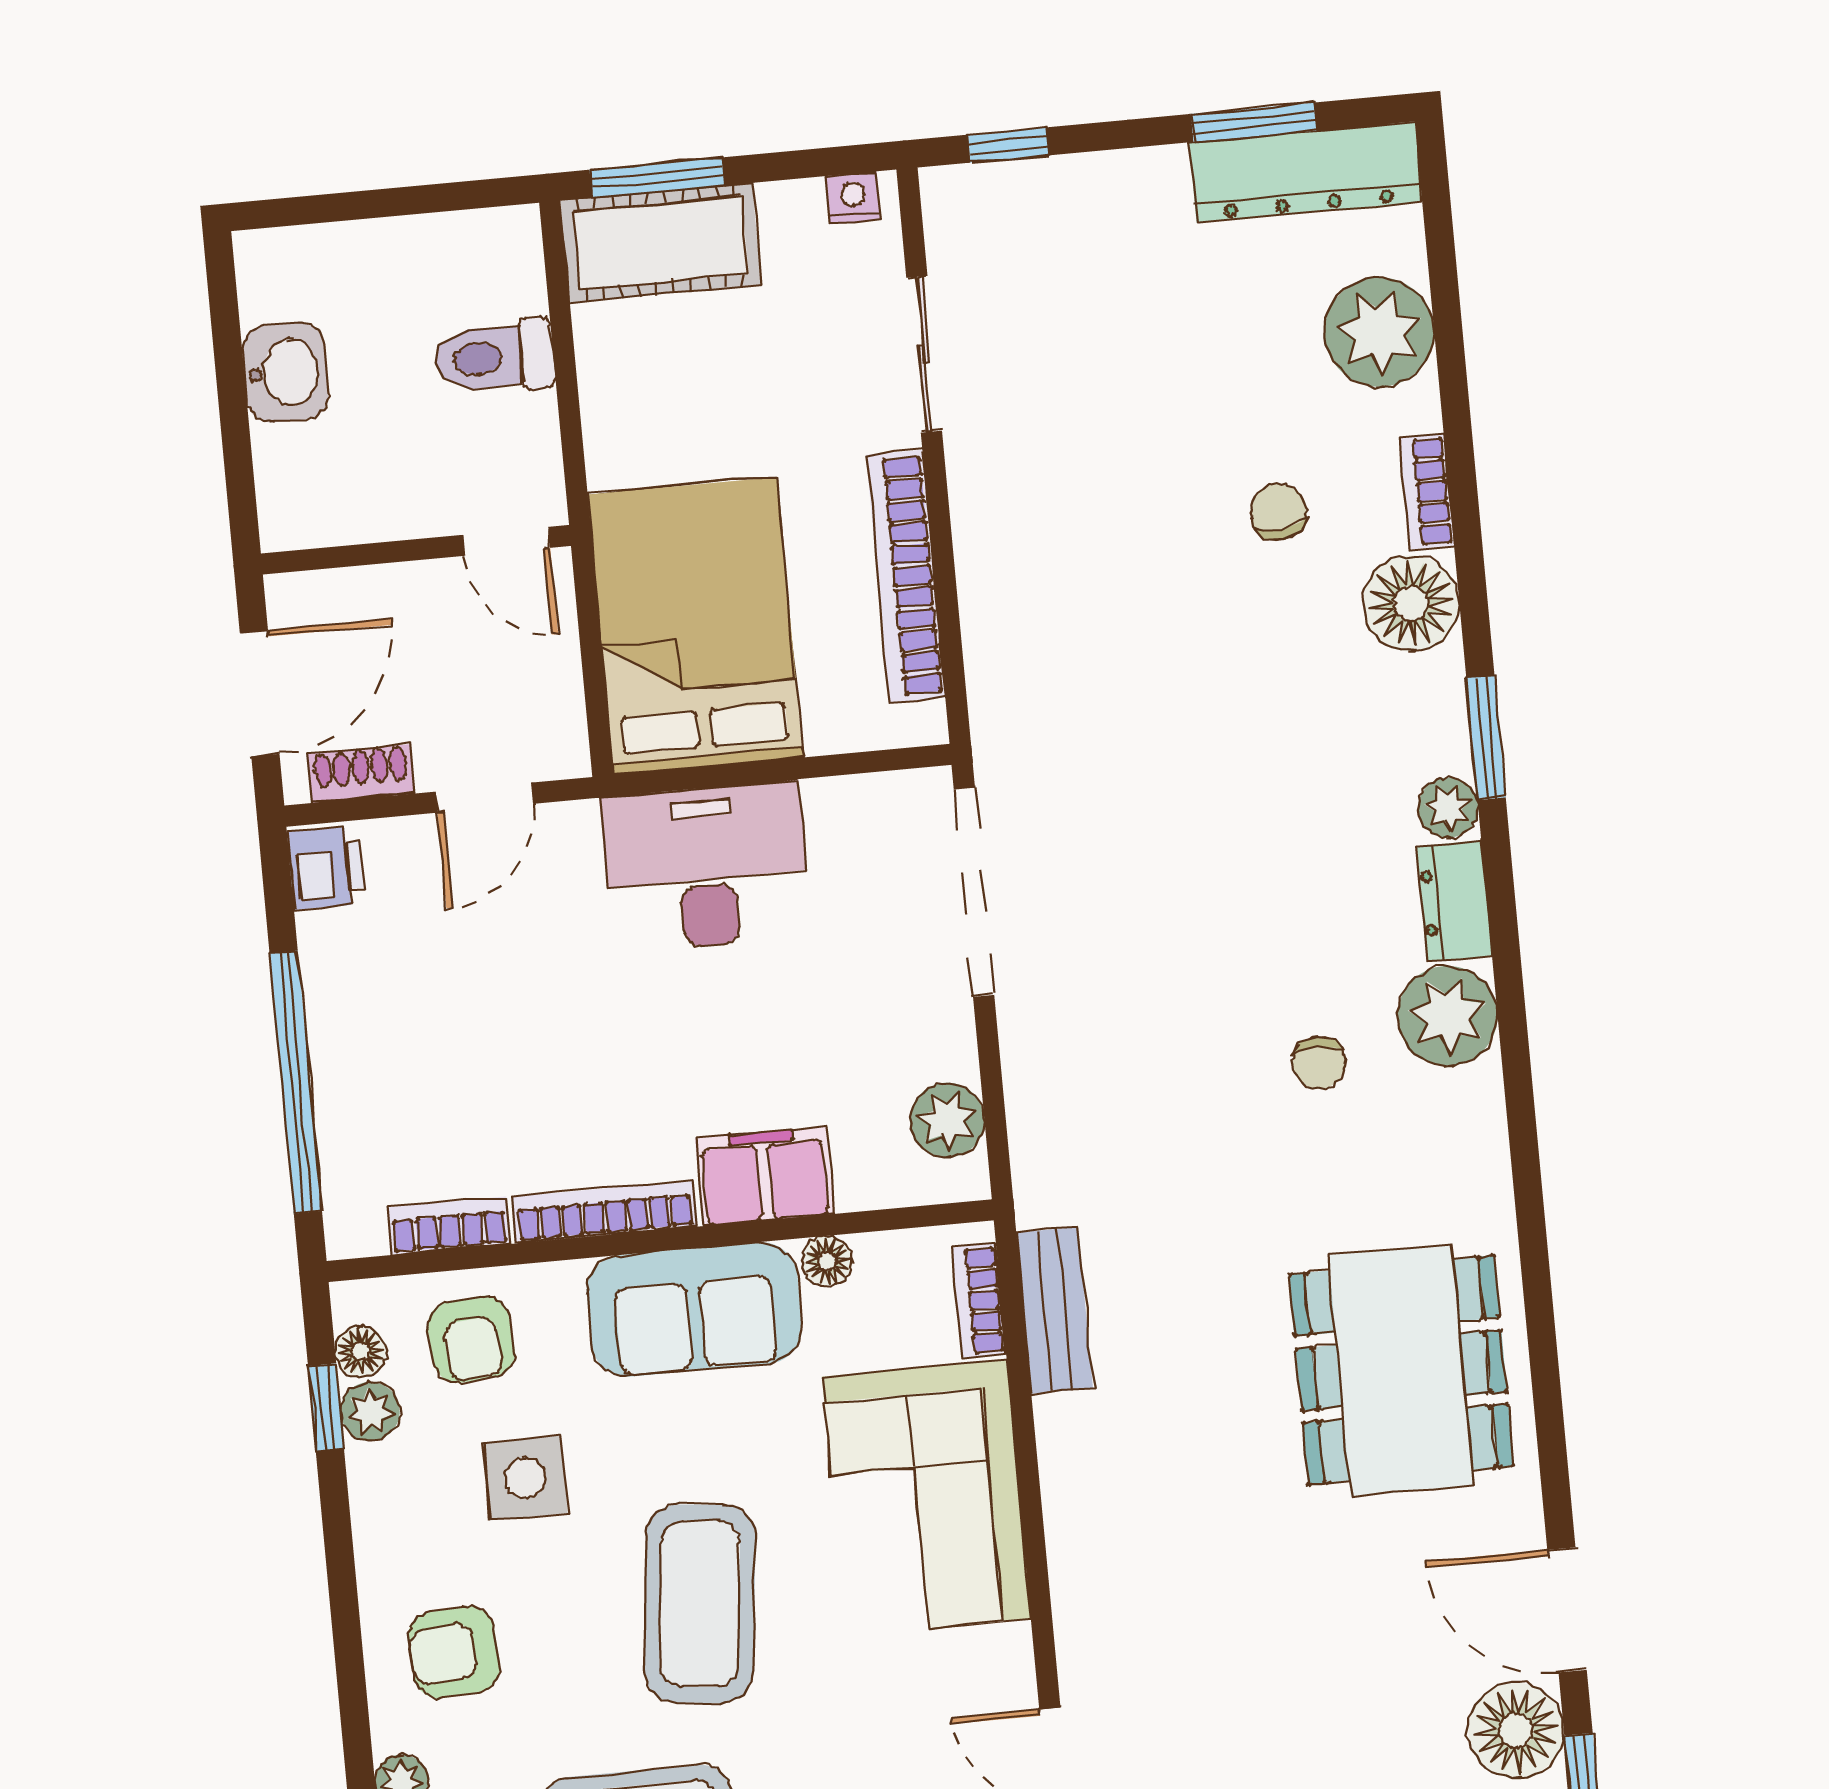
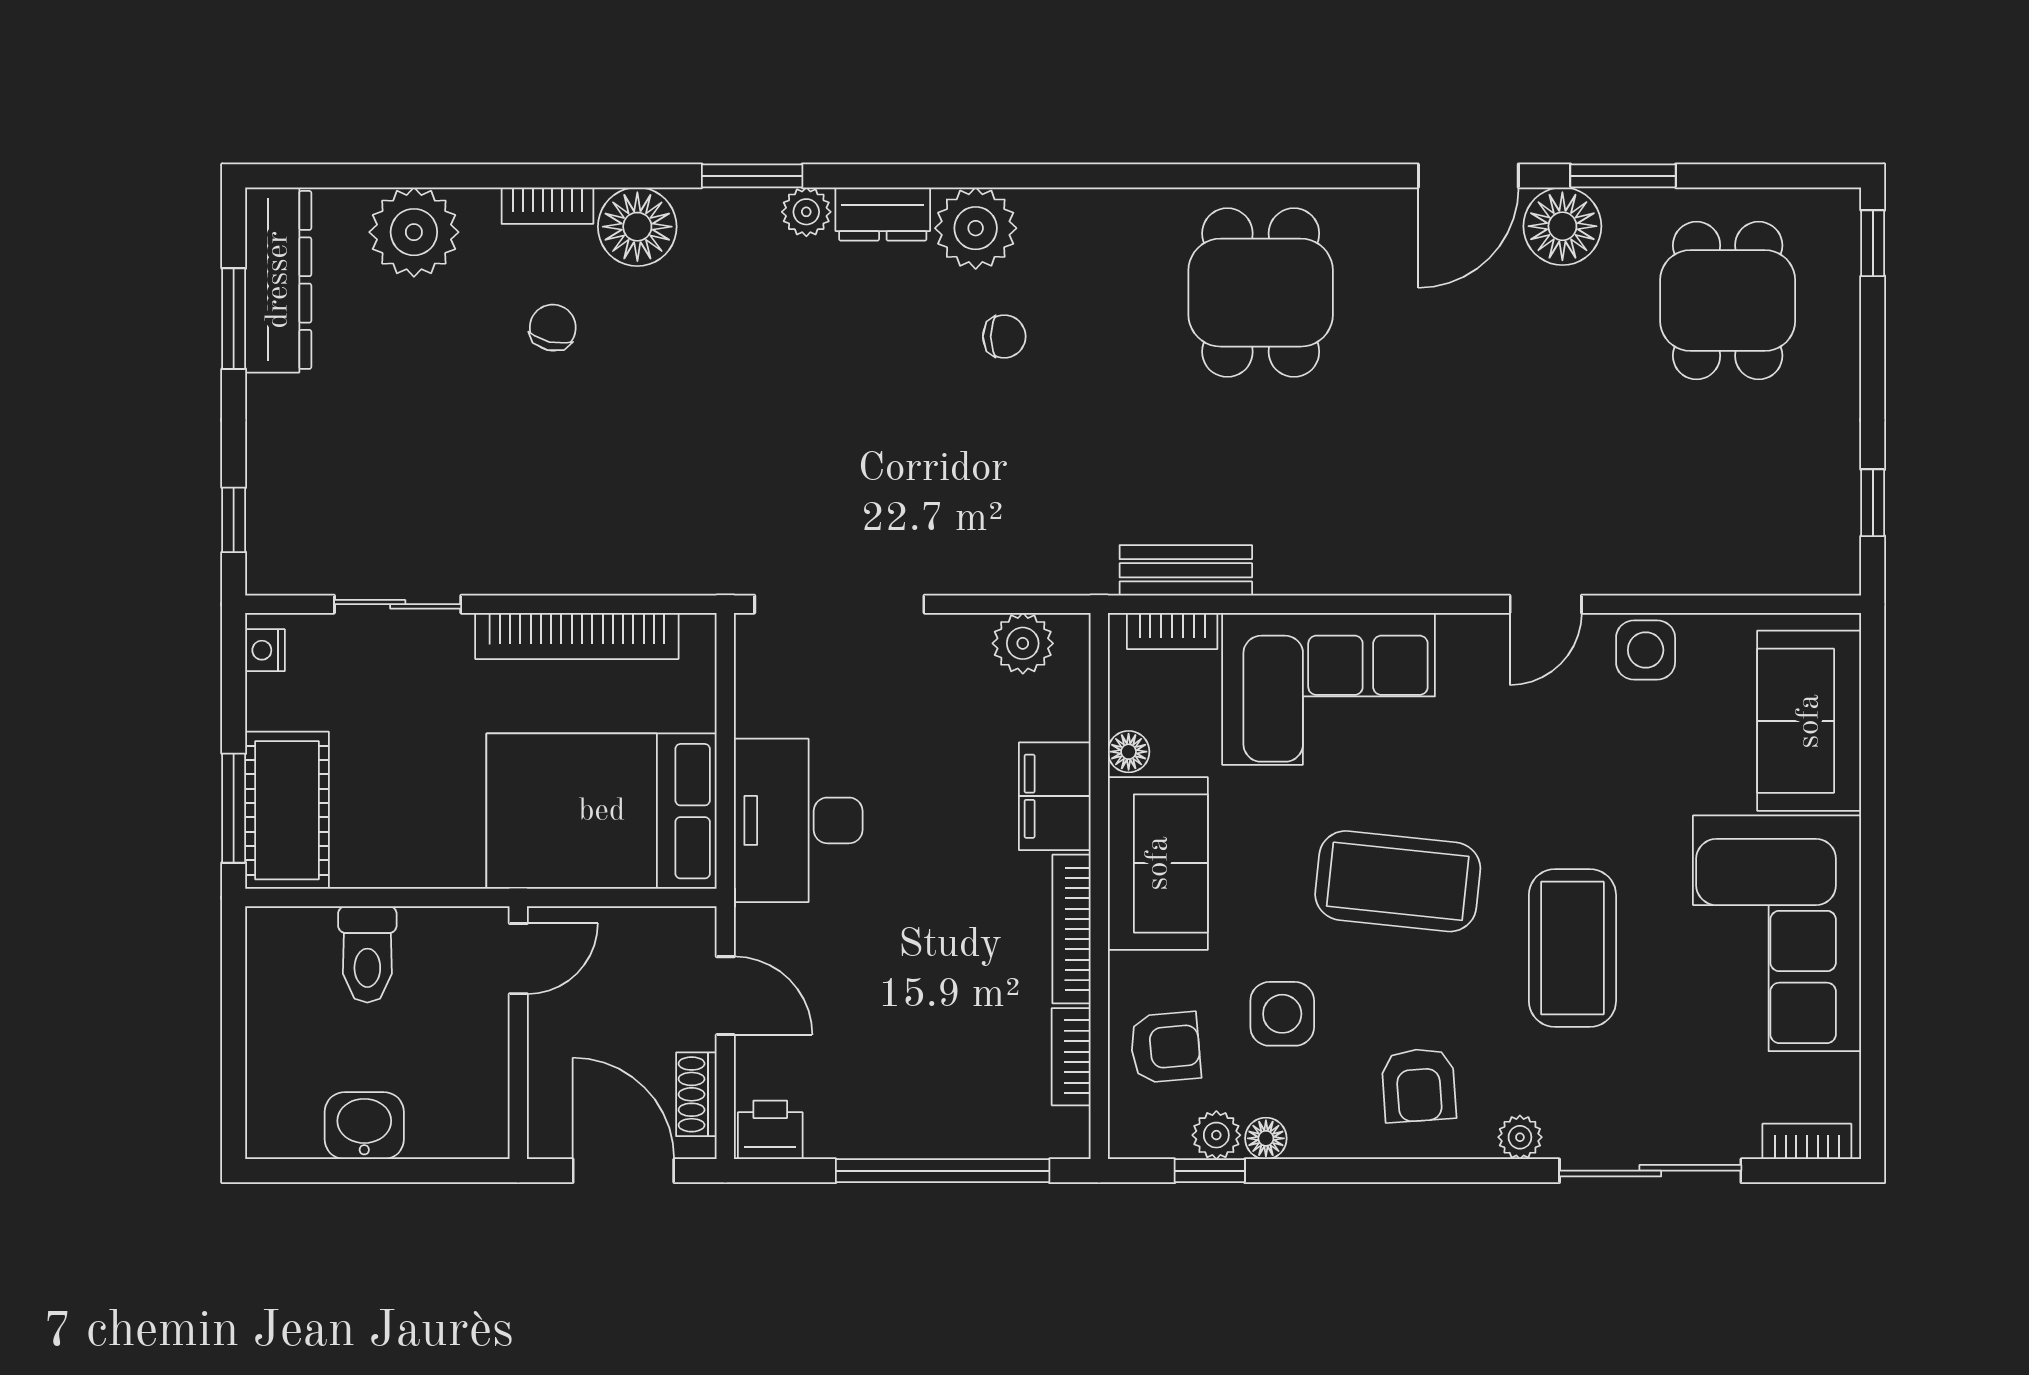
chair: (1279, 512) -> (553, 328), turned 110
floor lamp: (360, 1351) -> (1266, 1138), moved
dining table: (1401, 1370) -> (1261, 293), width x0.73

